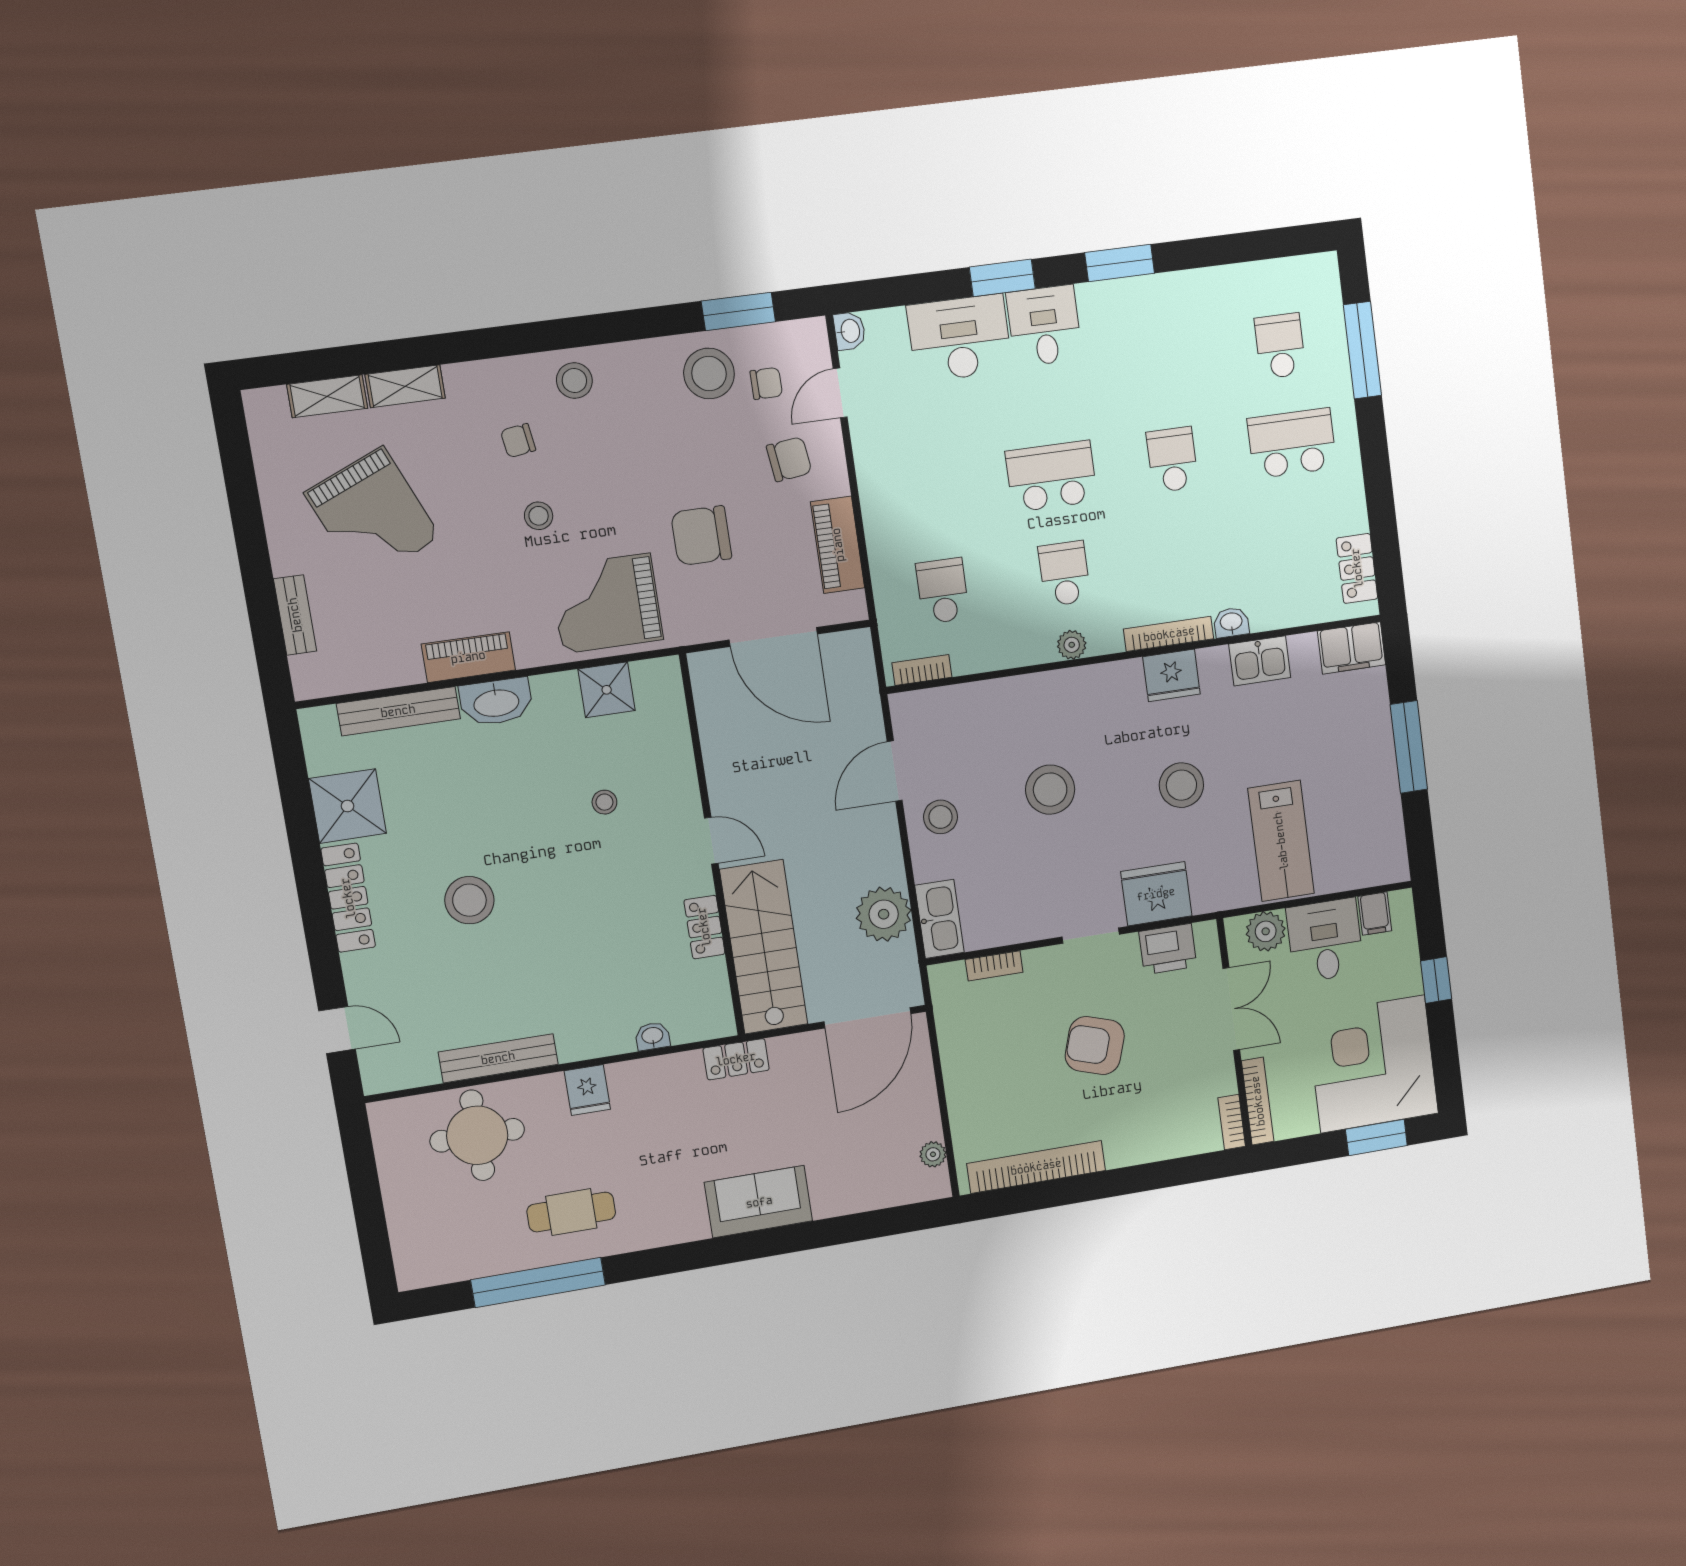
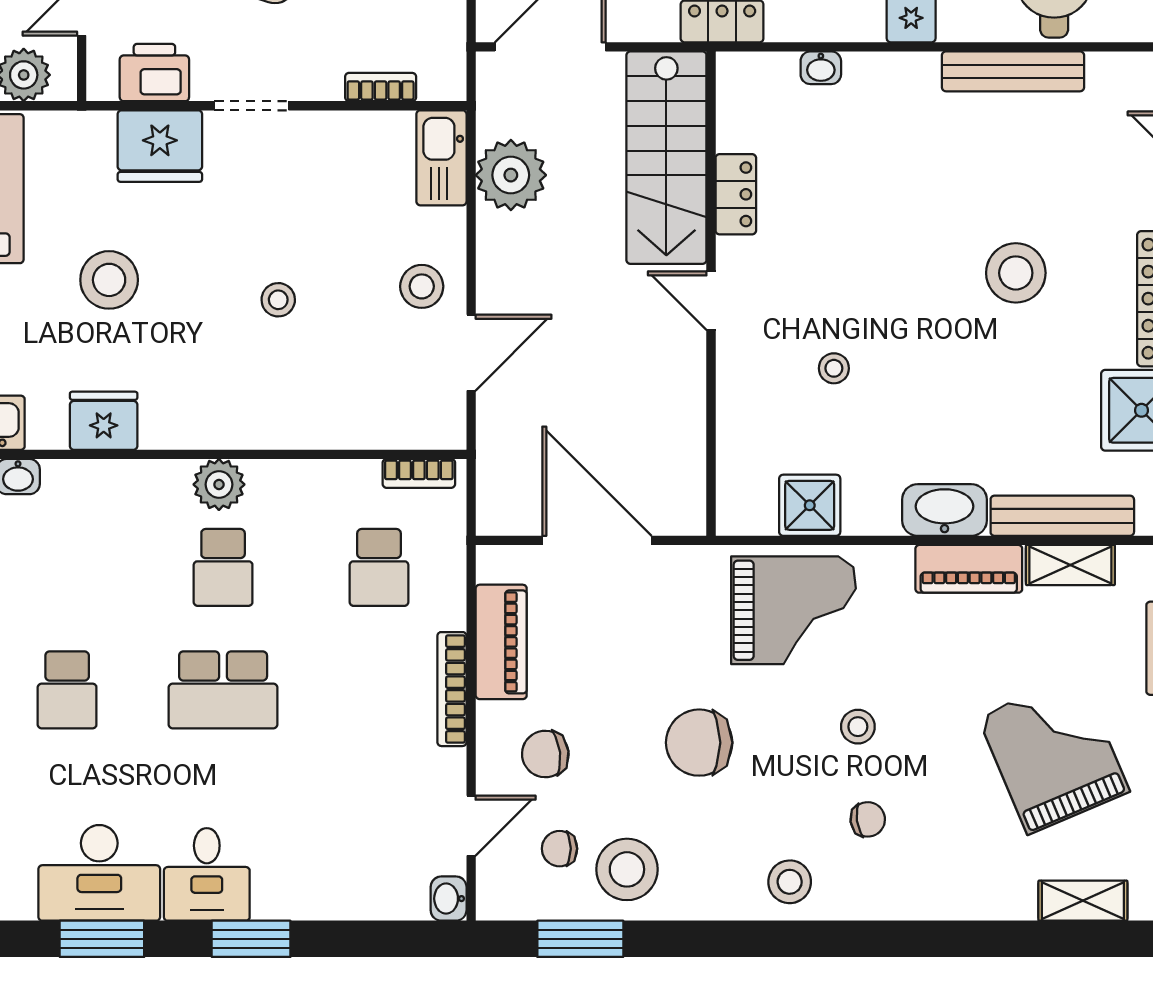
desk: (960, 338) -> (99, 873), moved
shelving: (405, 386) -> (1070, 565), moved
chair: (701, 536) -> (699, 743), moved, turned 180
bookcase: (1169, 634) -> (452, 689), moved, turned 90
plant: (1072, 645) -> (219, 484), width x1.38, depth x1.38
stool: (1050, 790) -> (278, 300), width x0.53, depth x0.53

